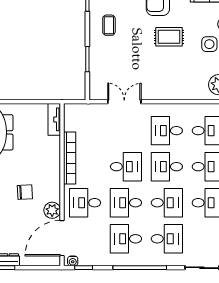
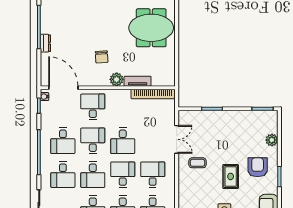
coffee table: (109, 25) -> (198, 163), moved
tv unit: (54, 119) -> (138, 81), moved
bookcase: (70, 158) -> (153, 94), moved
plant: (52, 210) -> (117, 79), moved
desk: (126, 239) -> (63, 141), turned 180

